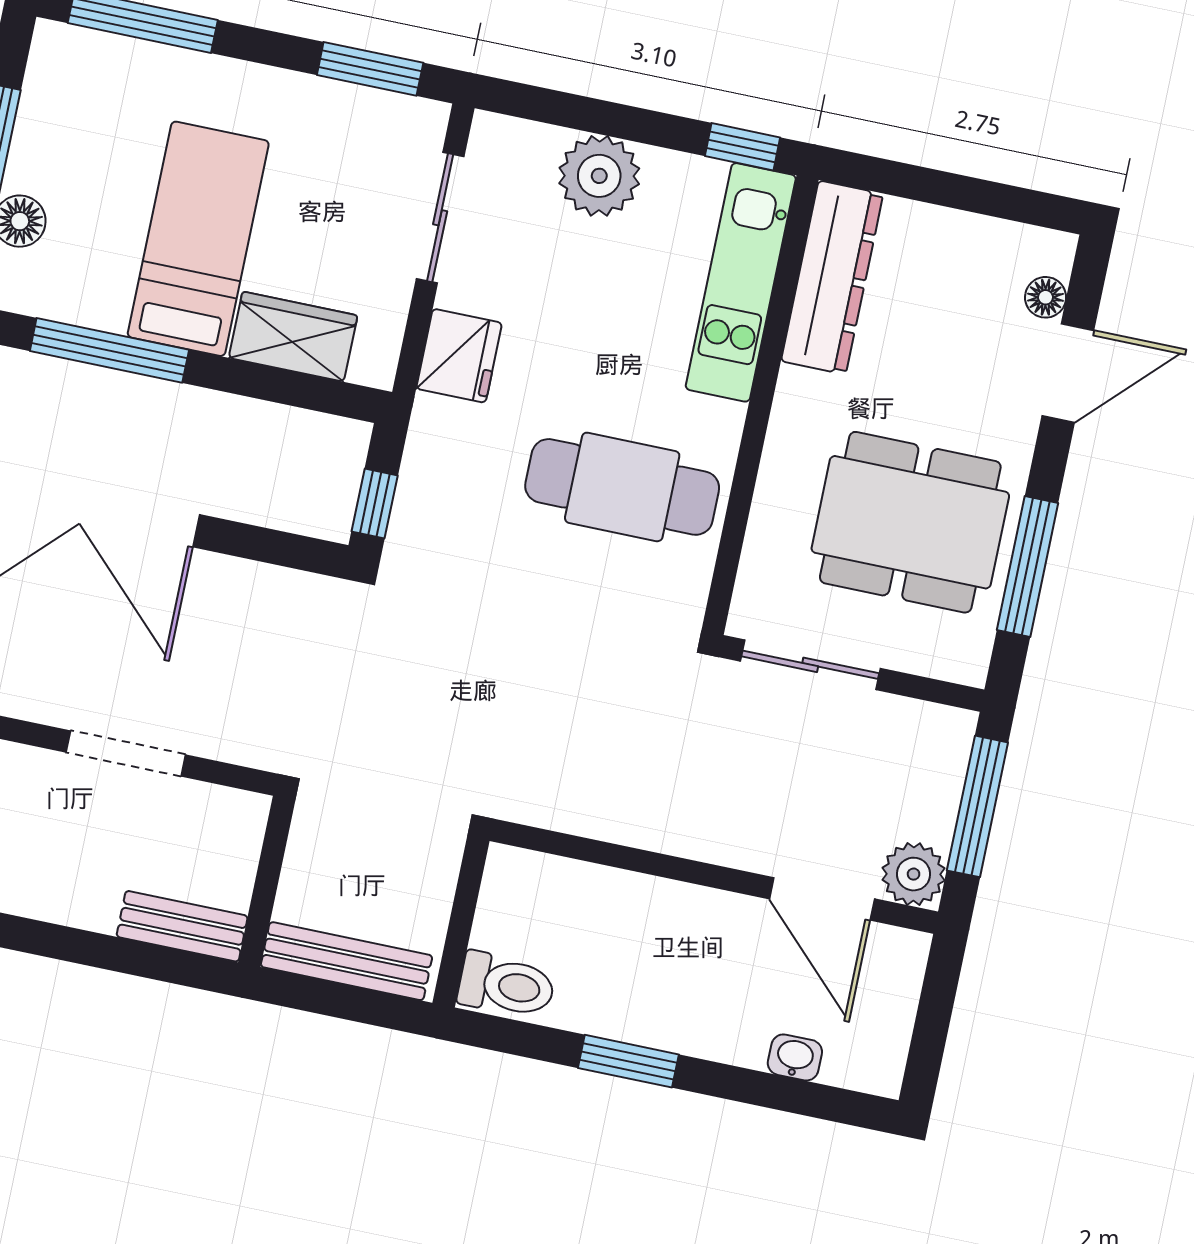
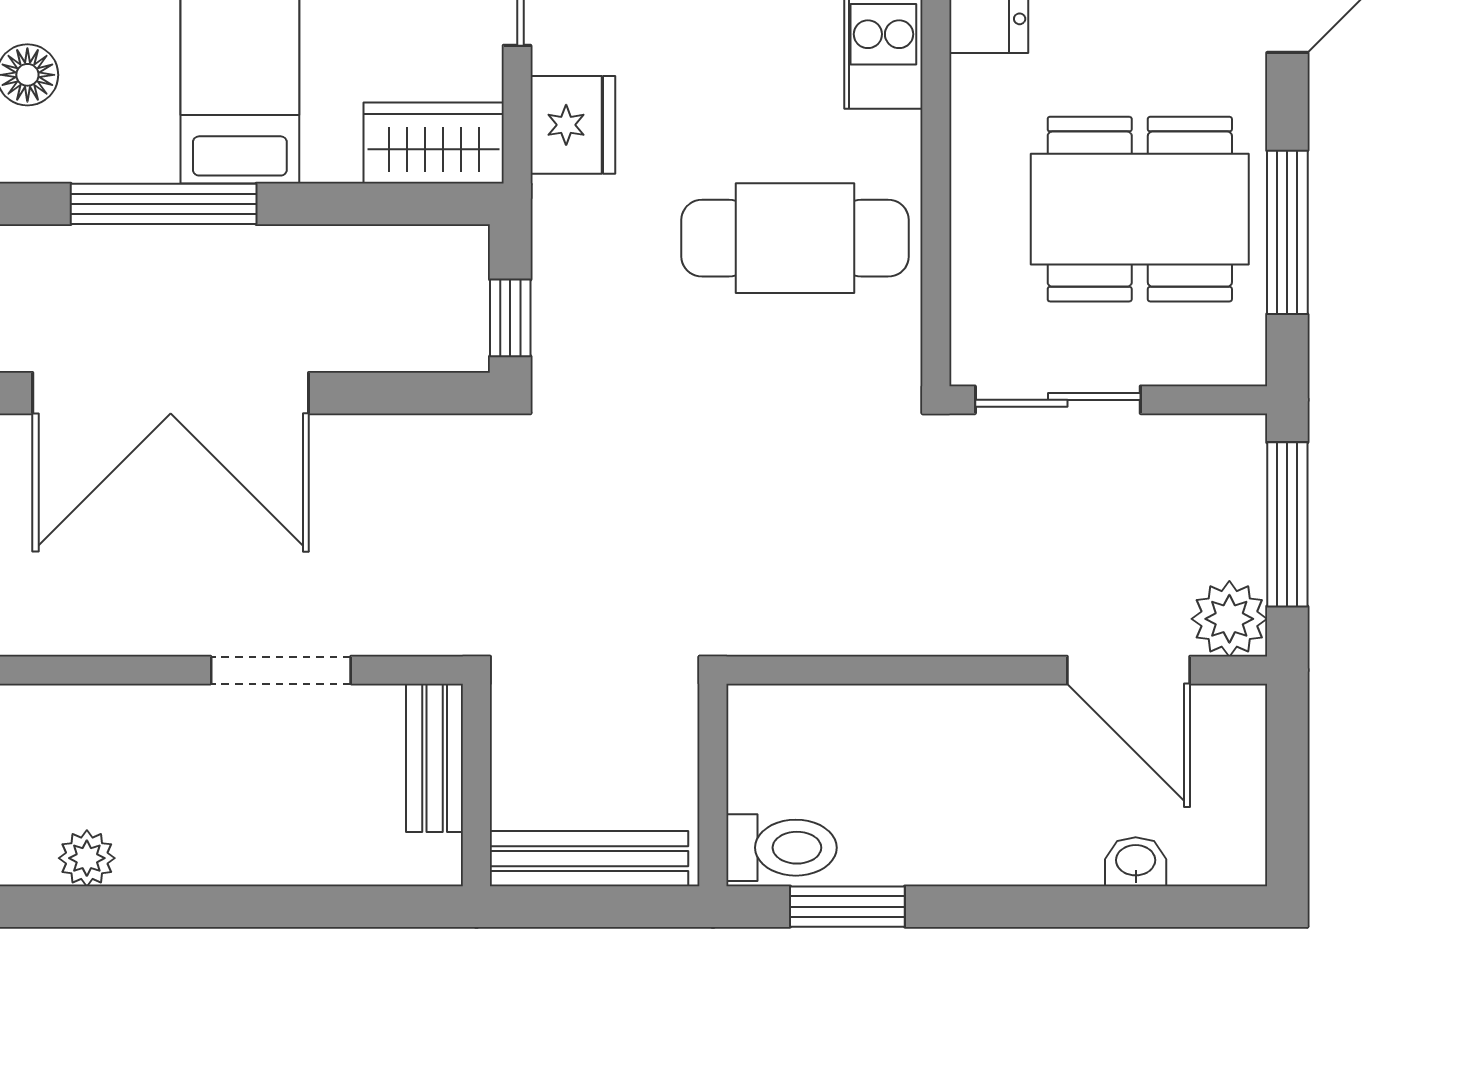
wardrobe: (293, 337) -> (434, 143), moved
bench: (182, 926) -> (435, 758), moved, turned 90
window: (628, 1061) -> (847, 907), moved

